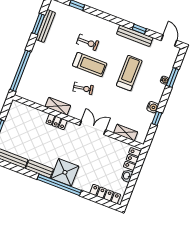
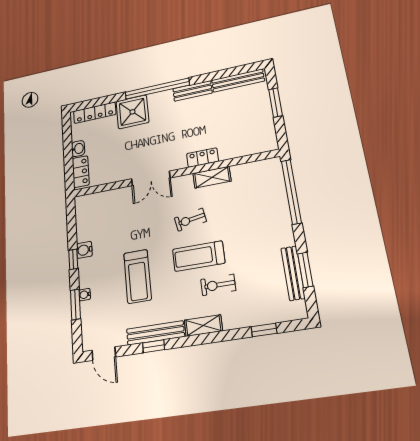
window: (157, 118) -> (73, 259), moved
shelving: (126, 133) -> (203, 326), moved
shower: (65, 172) -> (132, 112), moved

